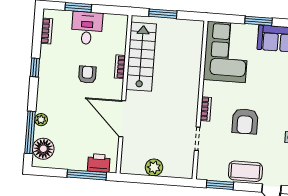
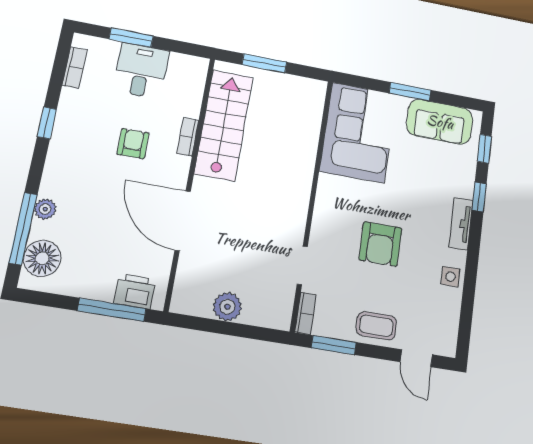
bookcase: (206, 109) -> (305, 314), moved
coffee table: (245, 171) -> (376, 326), width x0.73, depth x0.77

